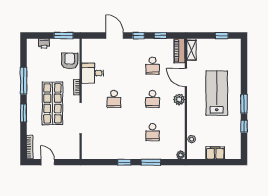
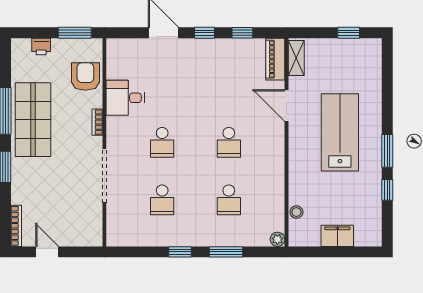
school desk: (153, 66) -> (162, 200), moved
plant: (179, 100) -> (275, 143), removed
shop shelf: (52, 103) -> (33, 120), moved

